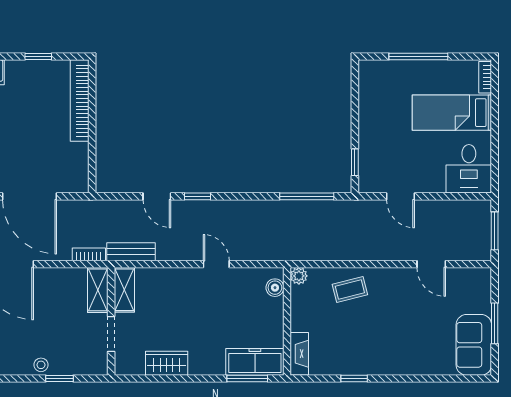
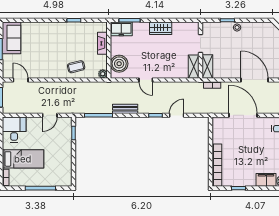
door: (157, 196) -> (177, 115), hinge flipped
door: (400, 196) -> (50, 115), swing flipped
bench: (131, 252) -> (125, 109), moved
door: (431, 264) -> (21, 80), moved
boiler: (275, 288) -> (119, 64), width x1.86, depth x1.86
fireplace: (299, 354) -> (102, 43), moved
freezer: (255, 362) -> (121, 29), width x0.71
wardrobe: (167, 363) -> (161, 28), moved

